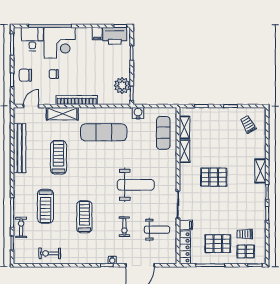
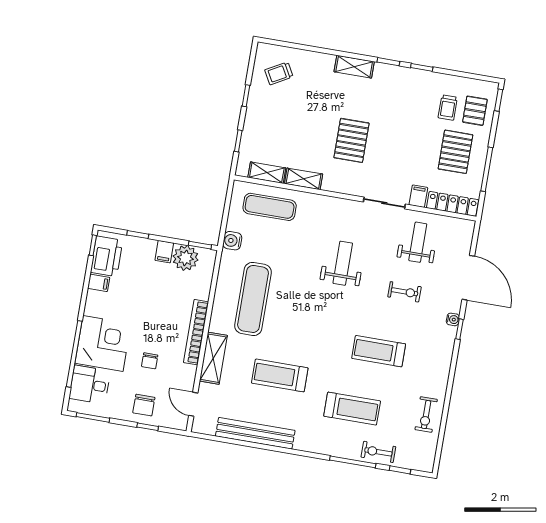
filing cabinet: (124, 72) -> (164, 252), added
weight bench: (136, 185) -> (343, 263), width x0.73, depth x0.75

